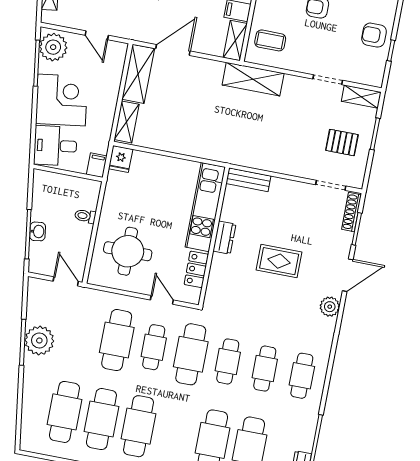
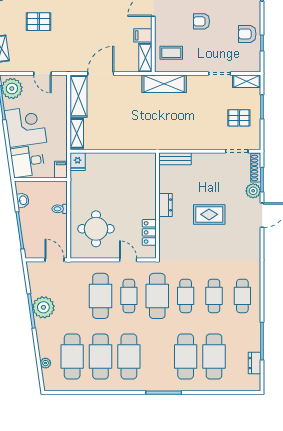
kitchen unit: (205, 207) -> (147, 185), removed
washbasin: (38, 231) -> (23, 200), moved
plant: (330, 307) -> (253, 191), moved
plant: (28, 414) -> (46, 363), added

